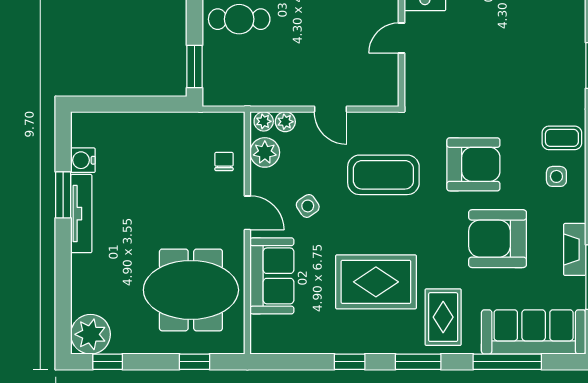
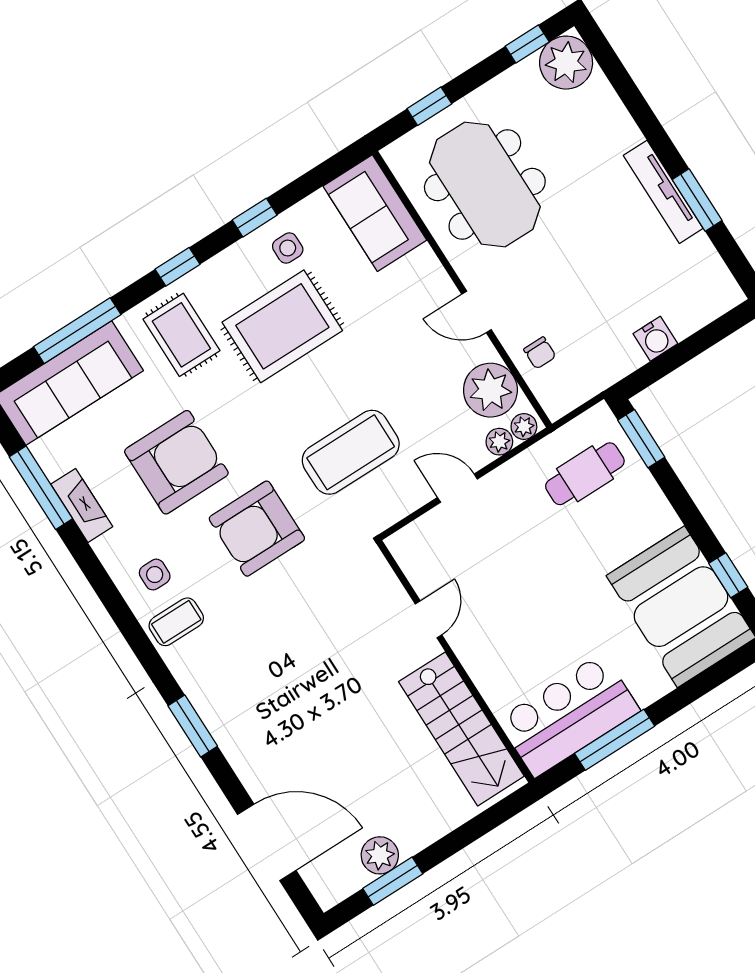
cafe table: (239, 19) -> (585, 474), moved
plant: (265, 152) -> (490, 390), width x1.36, depth x1.36
water cooler: (83, 160) -> (655, 339), moved, turned 90
side table: (308, 206) -> (288, 248), moved, turned 34
sofa: (272, 276) -> (375, 213), moved
meeting table: (191, 290) -> (485, 185), turned 90
window: (418, 362) -> (177, 267), width x0.67

